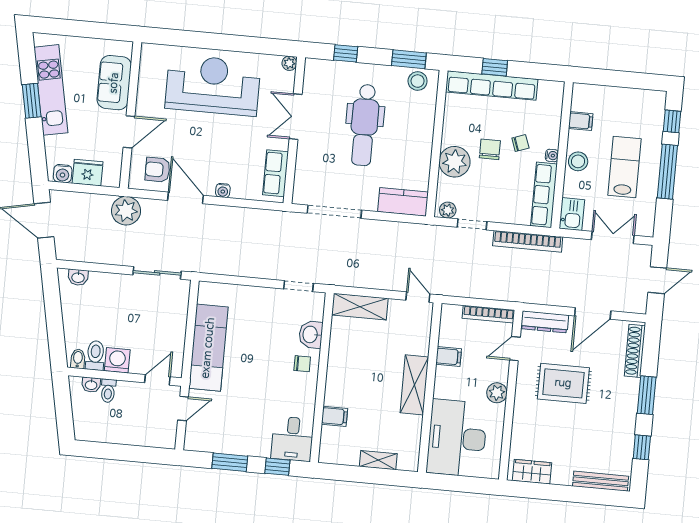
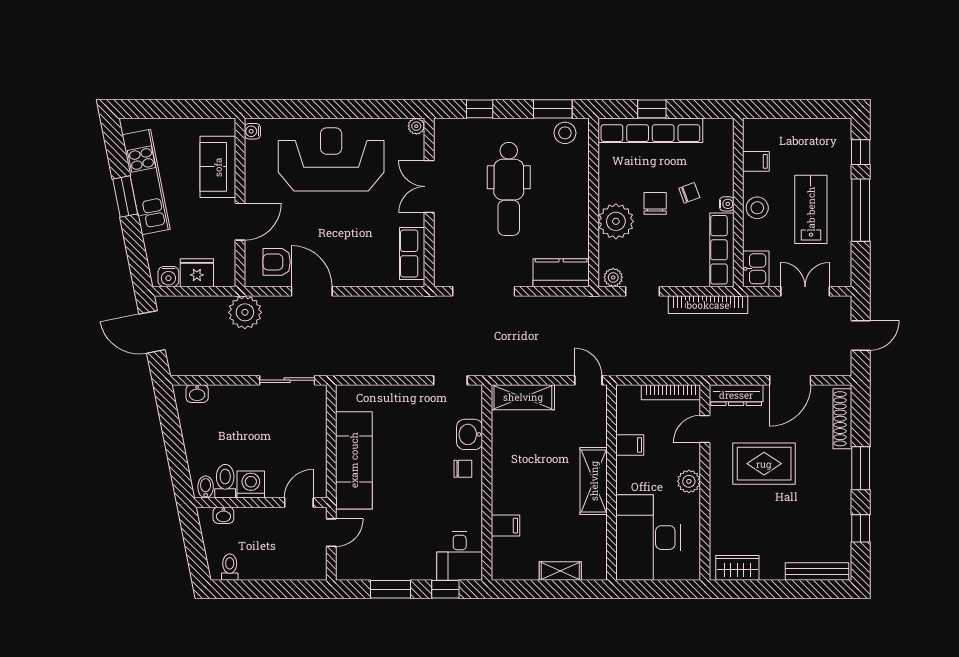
water cooler: (223, 190) -> (252, 131), moved, turned 90
toilet: (108, 391) -> (230, 567), moved, turned 180

